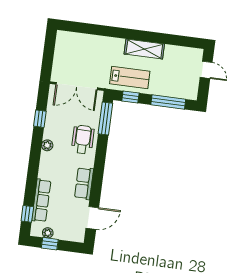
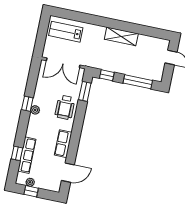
lab bench: (130, 77) -> (66, 32), moved, turned 180
window: (40, 119) -> (27, 104), moved
window: (105, 119) -> (85, 91), width x0.69
wheelchair: (83, 139) -> (65, 107), turned 180
window: (27, 214) -> (17, 153), moved

